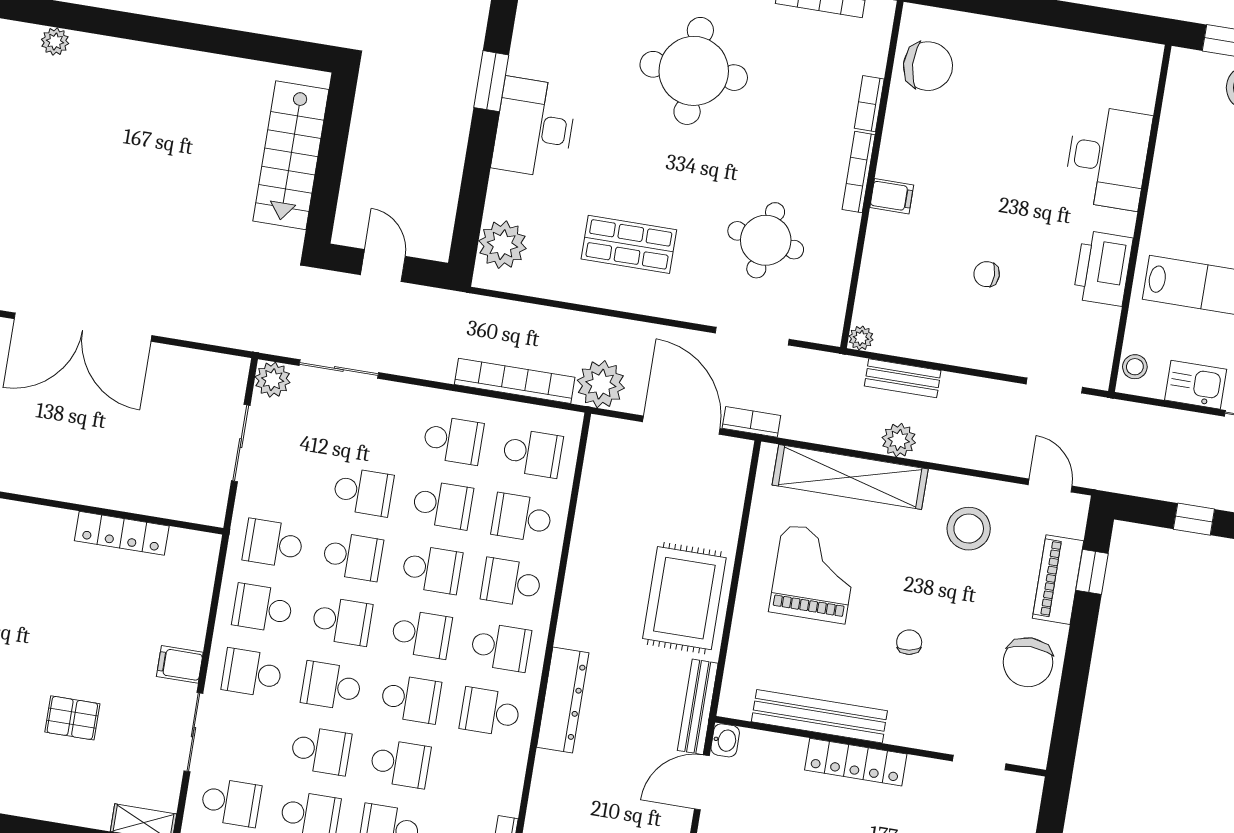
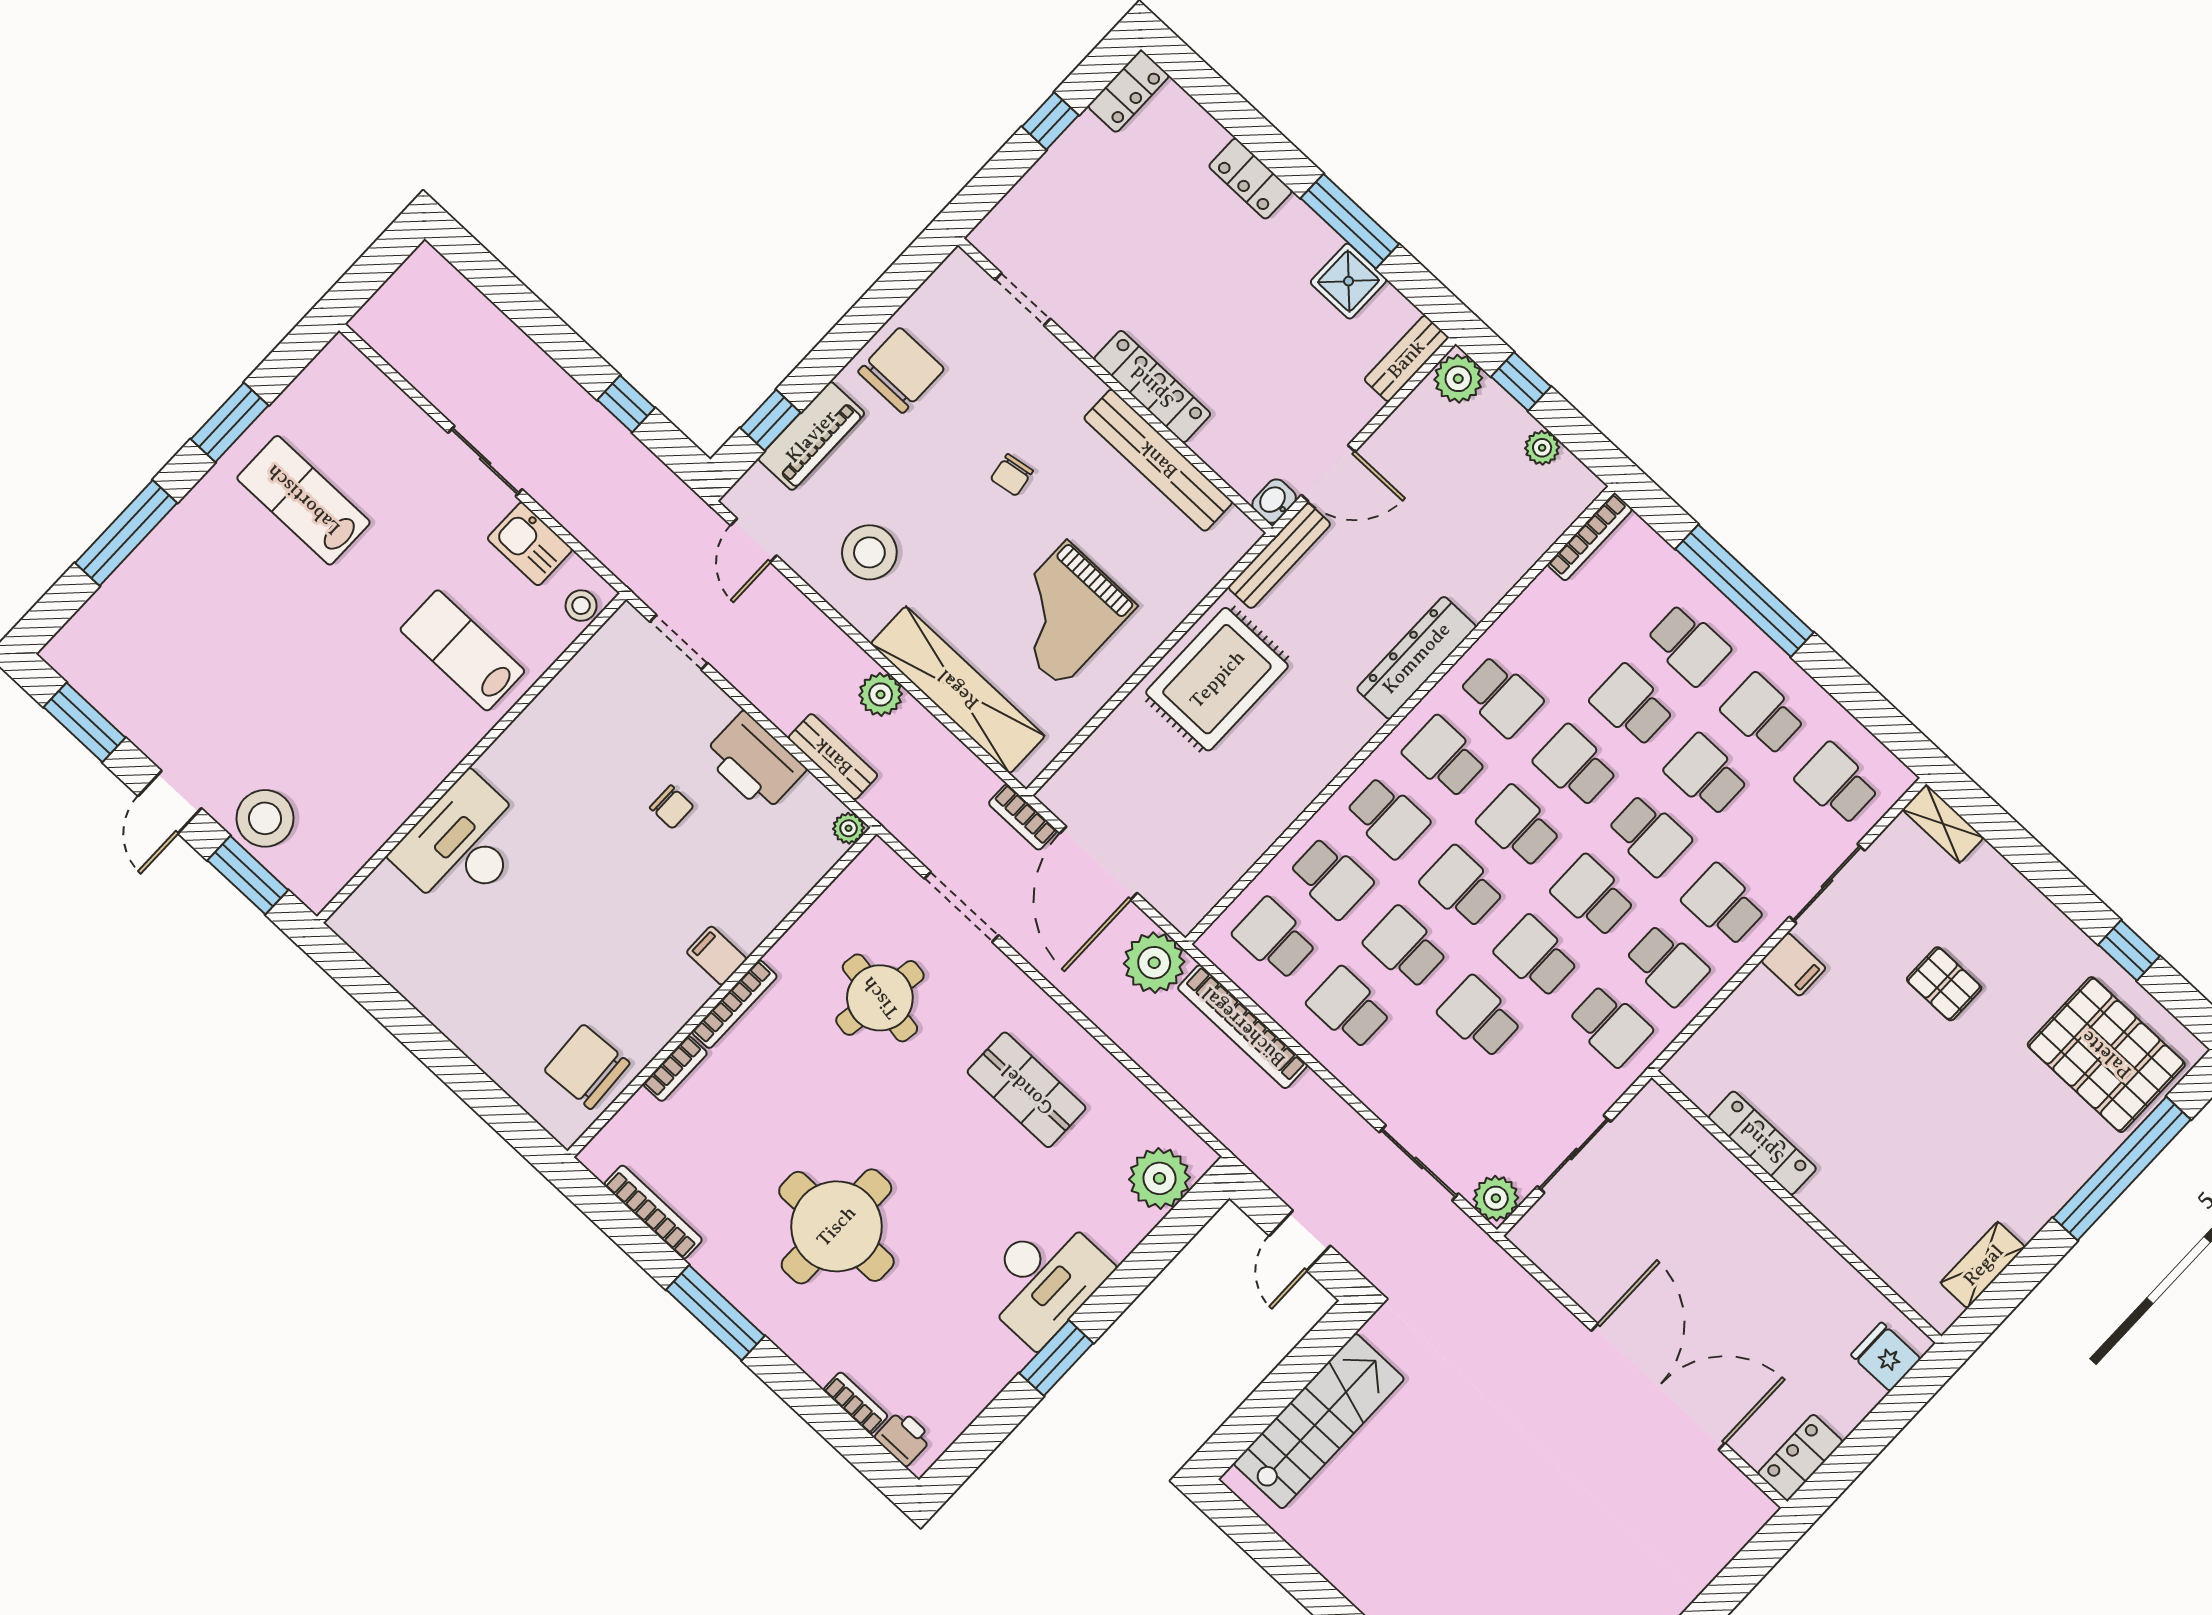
printer: (1103, 268) -> (754, 762), moved, turned 90
school desk: (252, 673) -> (1724, 905), turned 180

